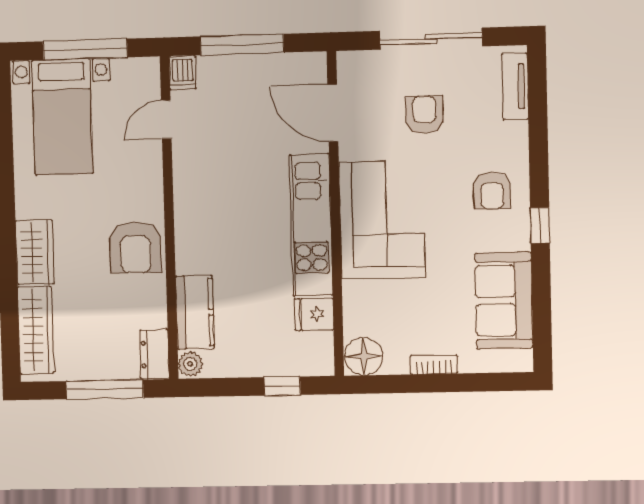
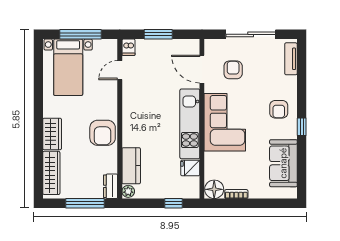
window: (242, 44) -> (158, 34), width x0.69
armchair: (424, 115) -> (233, 70), moved
bookcase: (434, 365) -> (236, 194), moved

